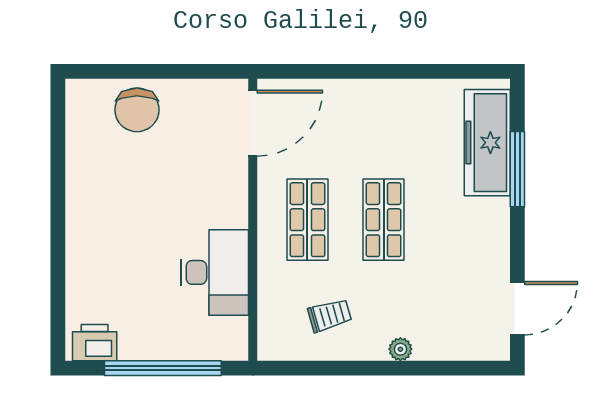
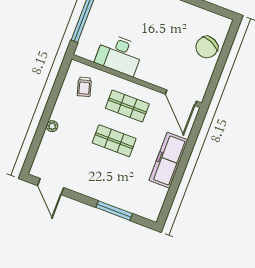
chair: (137, 110) -> (207, 47), turned -67
freezer: (487, 143) -> (168, 160), moved, turned -90
trolley: (330, 315) -> (84, 87), moved

